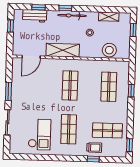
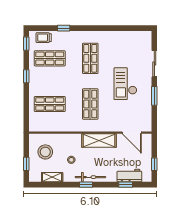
window: (65, 8) -> (86, 185), moved
stool: (109, 50) -> (45, 152), moved
door: (31, 57) -> (132, 133), swing flipped
shop shelf: (109, 87) -> (50, 104), turned 90
window: (131, 91) -> (26, 76), moved
checkout: (39, 135) -> (125, 84), moved
trolley: (94, 148) -> (44, 38), moved

